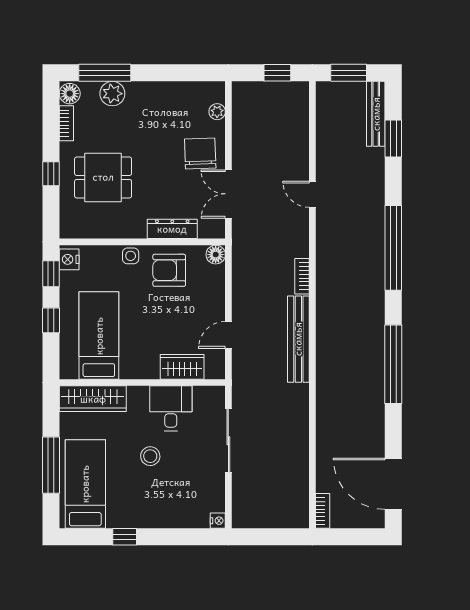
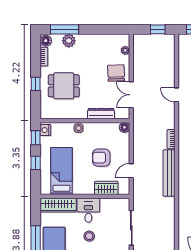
armchair: (169, 270) -> (101, 158), moved
desk: (171, 408) -> (88, 210), moved

